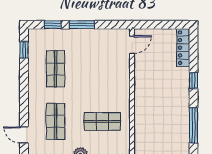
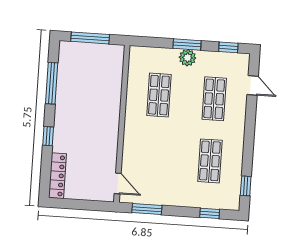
window: (82, 25) -> (147, 209), moved
door: (132, 45) -> (118, 183), swing flipped
shop shelf: (102, 121) -> (159, 95), turned 90

